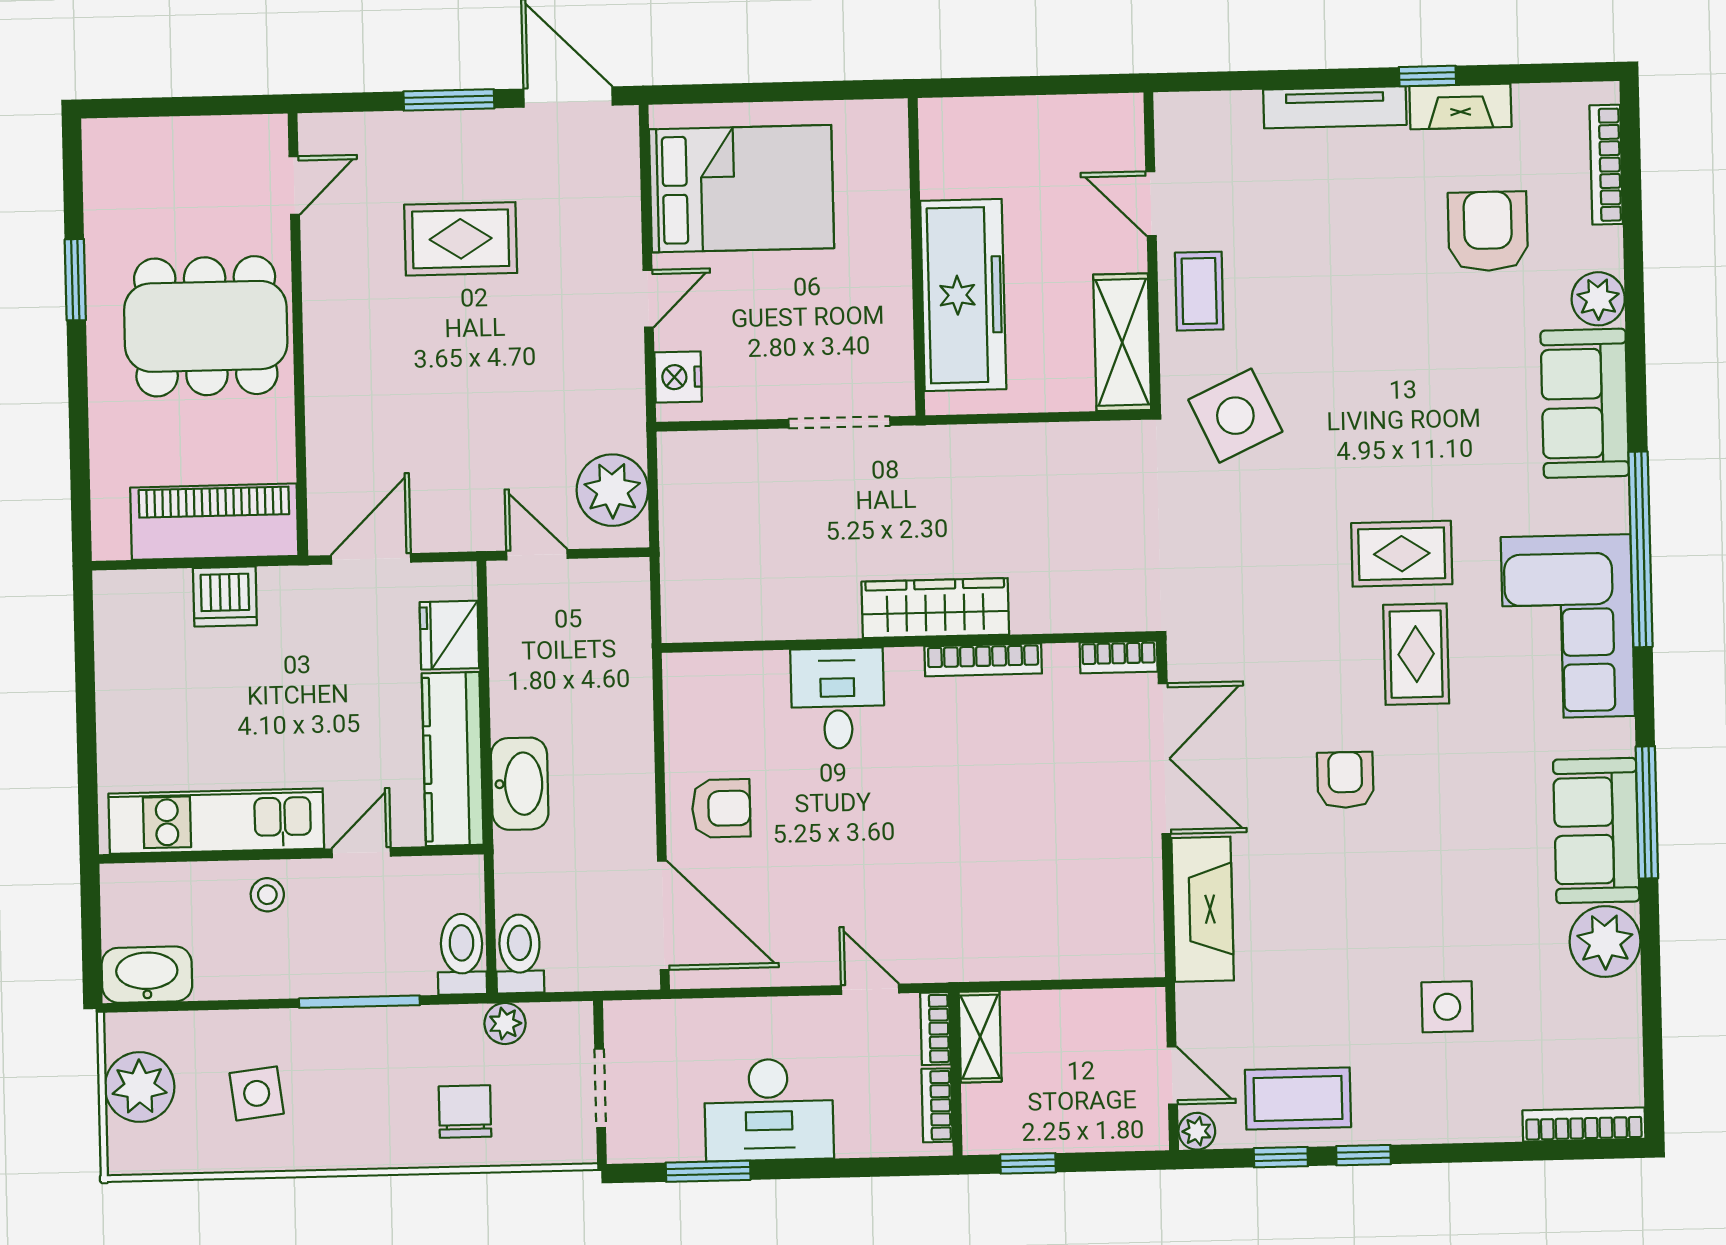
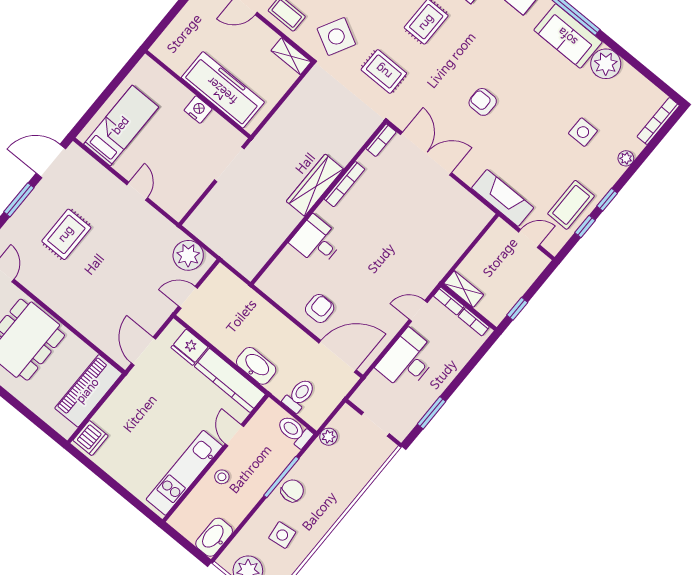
bed: (742, 189) -> (121, 126), width x0.67
shelving: (1122, 342) -> (291, 56), width x0.67, depth x0.75
nightstand: (678, 377) -> (198, 110), moved, turned 180
side table: (1235, 416) -> (336, 36), turned -37
dishwasher: (225, 597) -> (91, 438), moved
rug: (1416, 654) -> (384, 71), moved
fireplace: (1203, 909) -> (503, 198), moved
toilet: (520, 954) -> (299, 395), moved, turned 90
desk: (769, 1110) -> (408, 360), moved, turned 180
chair: (465, 1112) -> (292, 491), moved, turned 90
plant: (1197, 1131) -> (626, 158), moved

